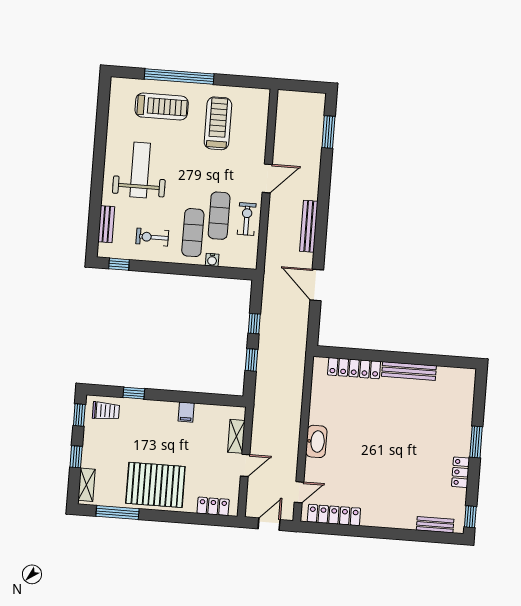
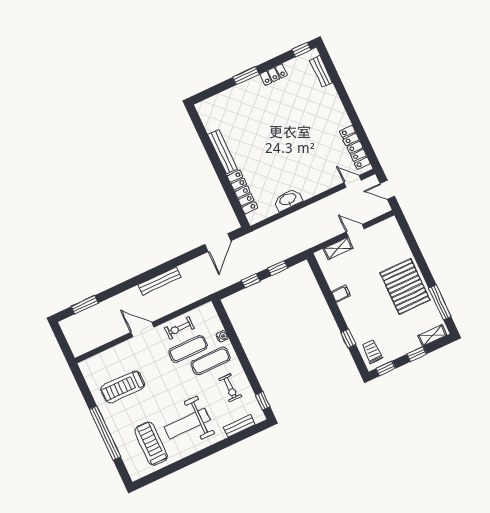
treadmill: (162, 107) -> (151, 444), moved
door: (317, 285) -> (218, 243), moved
washbasin: (316, 441) -> (288, 200), moved
locker: (213, 506) -> (397, 237), removed

